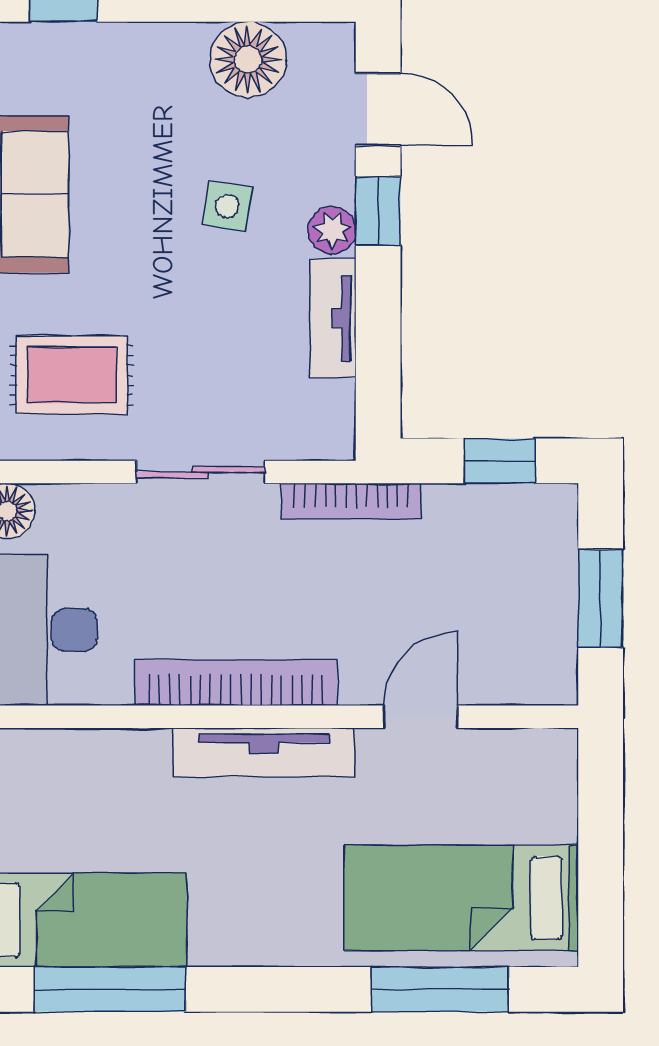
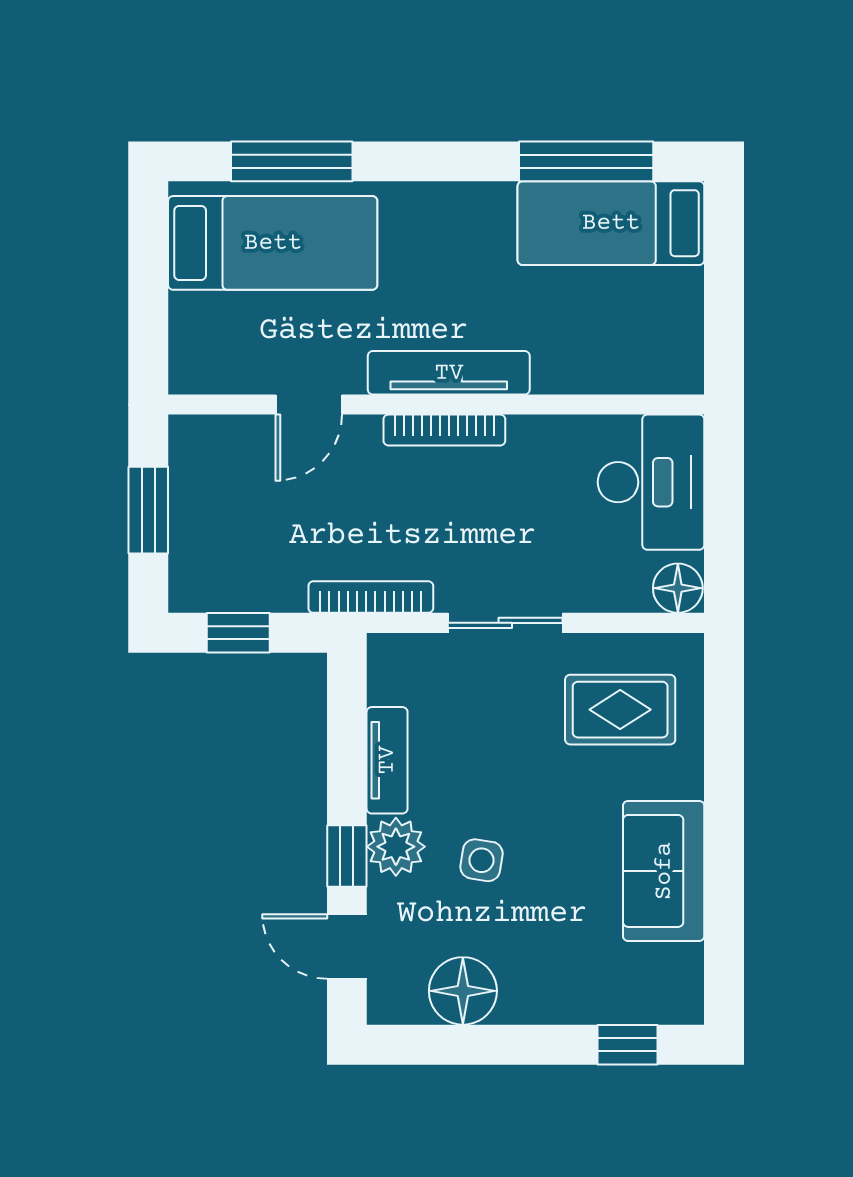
plant: (332, 230) -> (396, 847), width x1.38, depth x1.38
bookcase: (236, 683) -> (444, 430), width x0.68, depth x0.76

